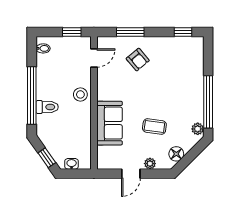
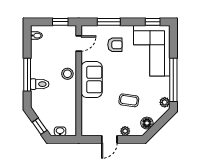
armchair: (138, 60) -> (115, 45), turned -50
corner sofa: (182, 67) -> (152, 51), added
window: (32, 96) -> (27, 75), width x0.68
sofa: (110, 123) -> (92, 80), moved

